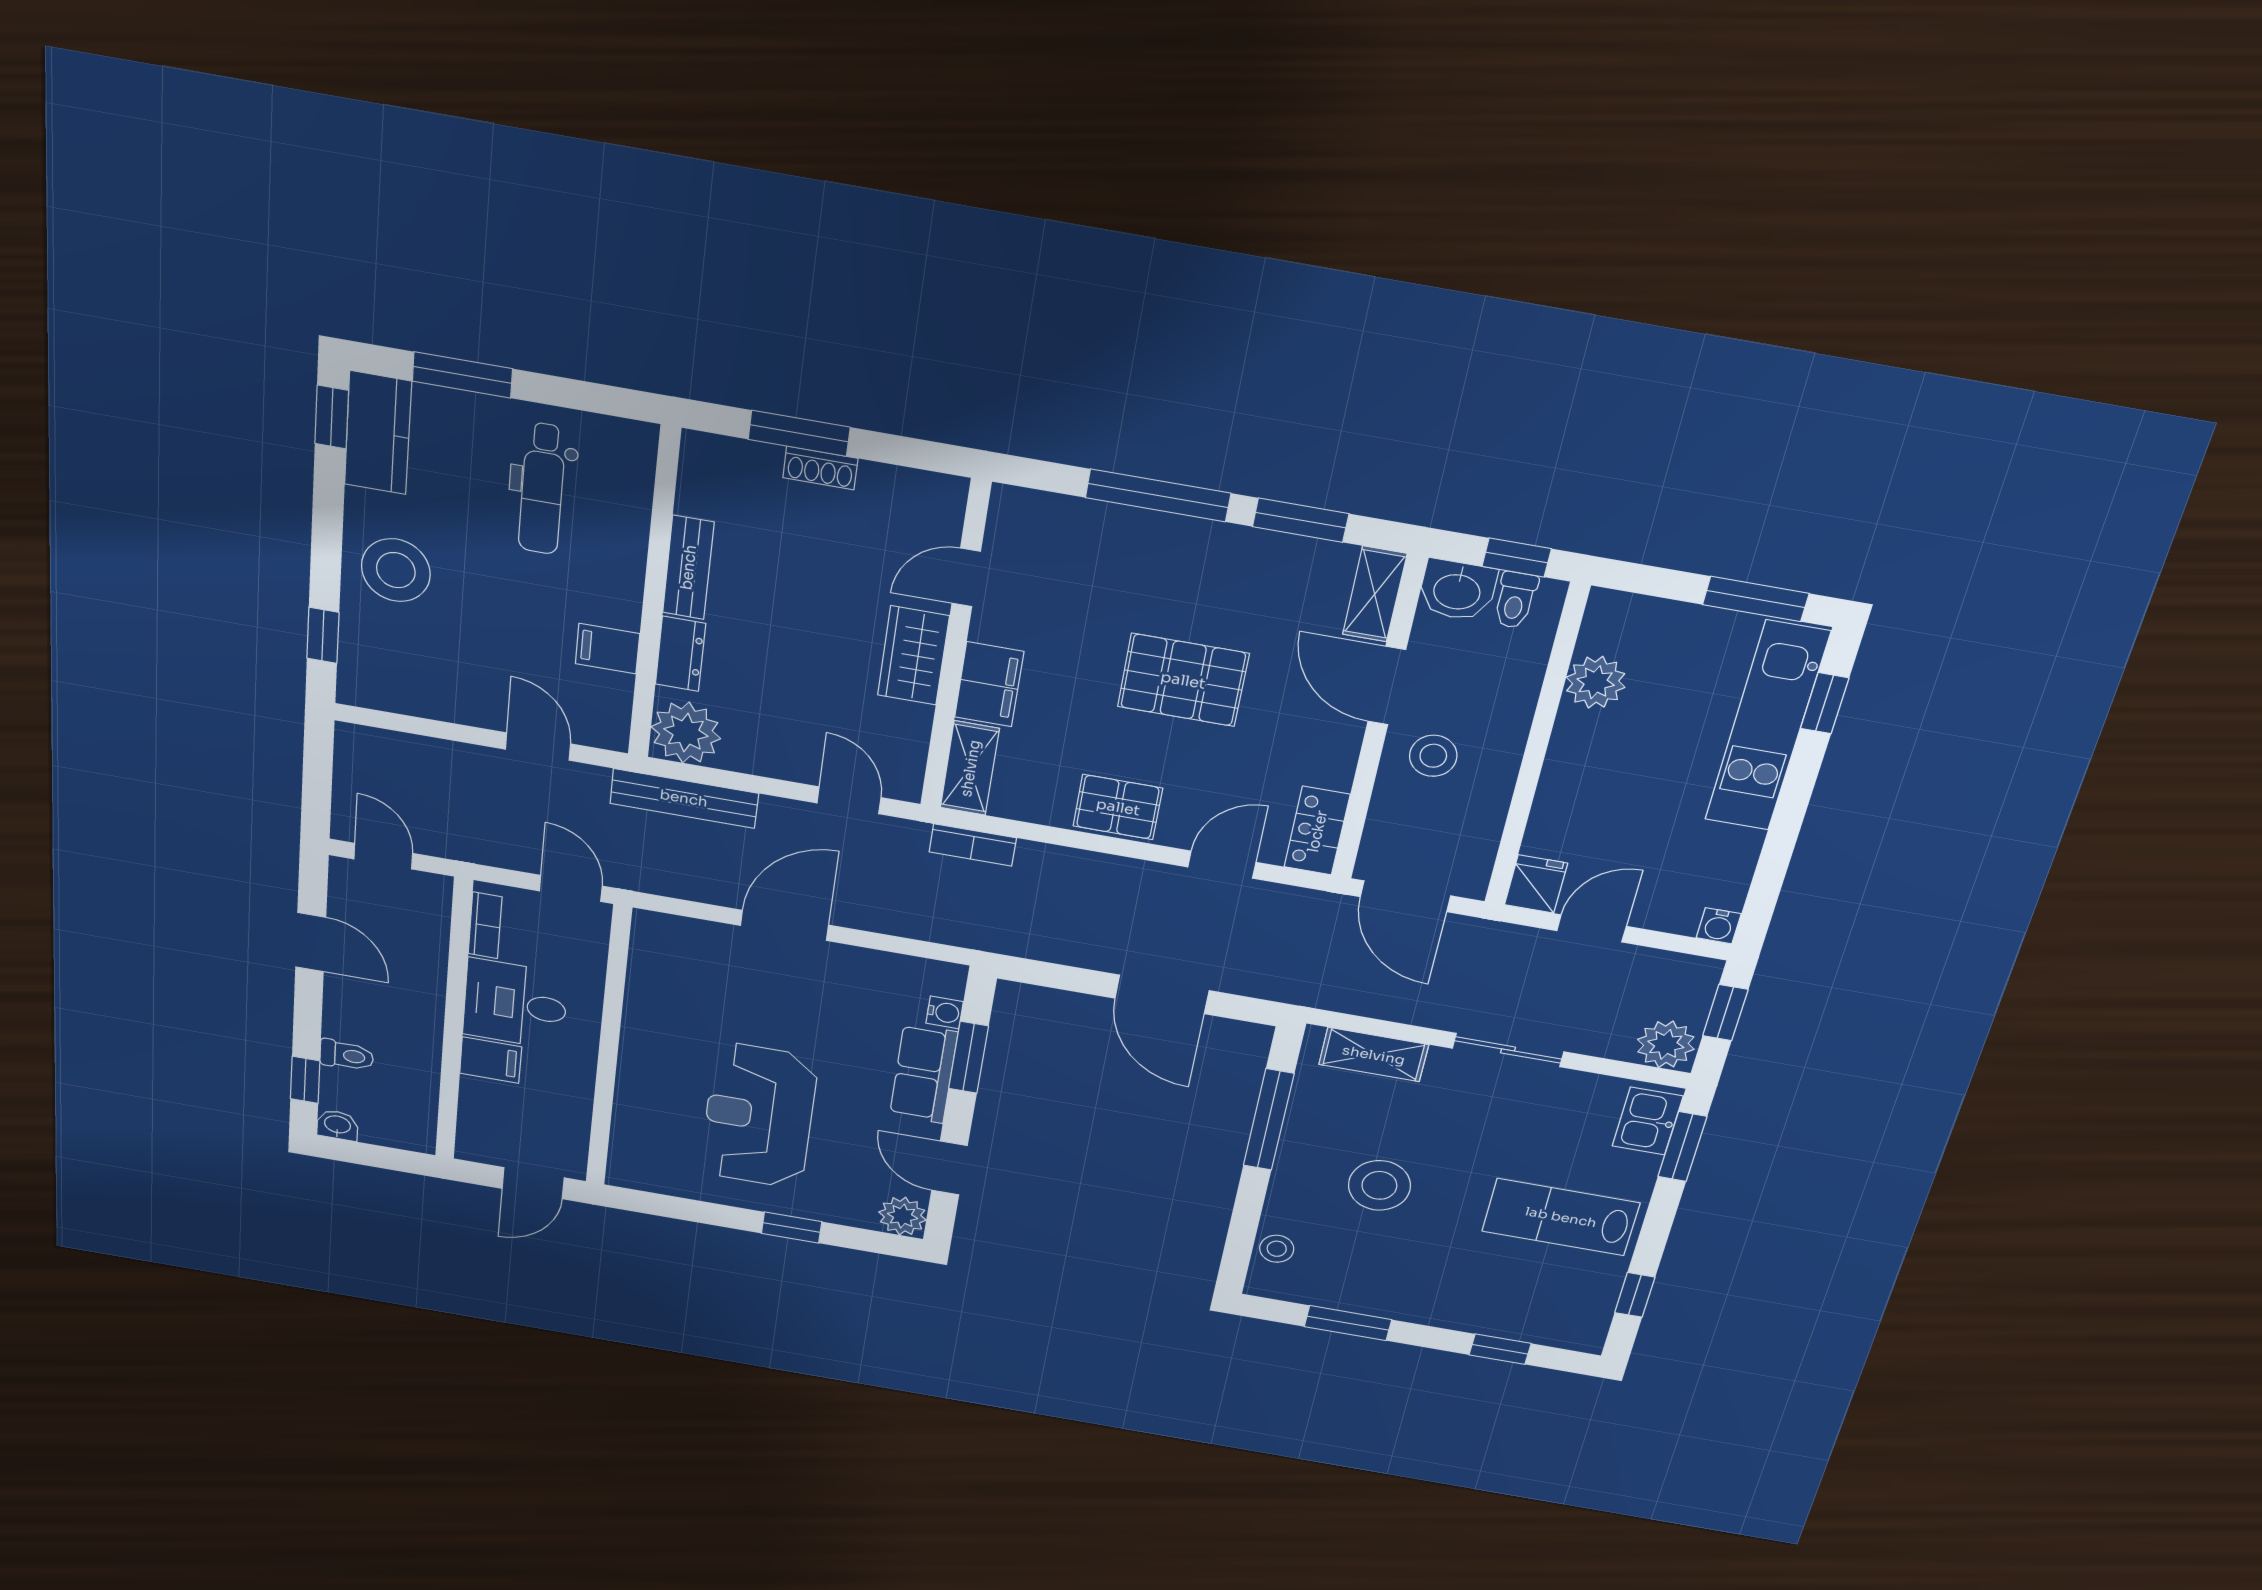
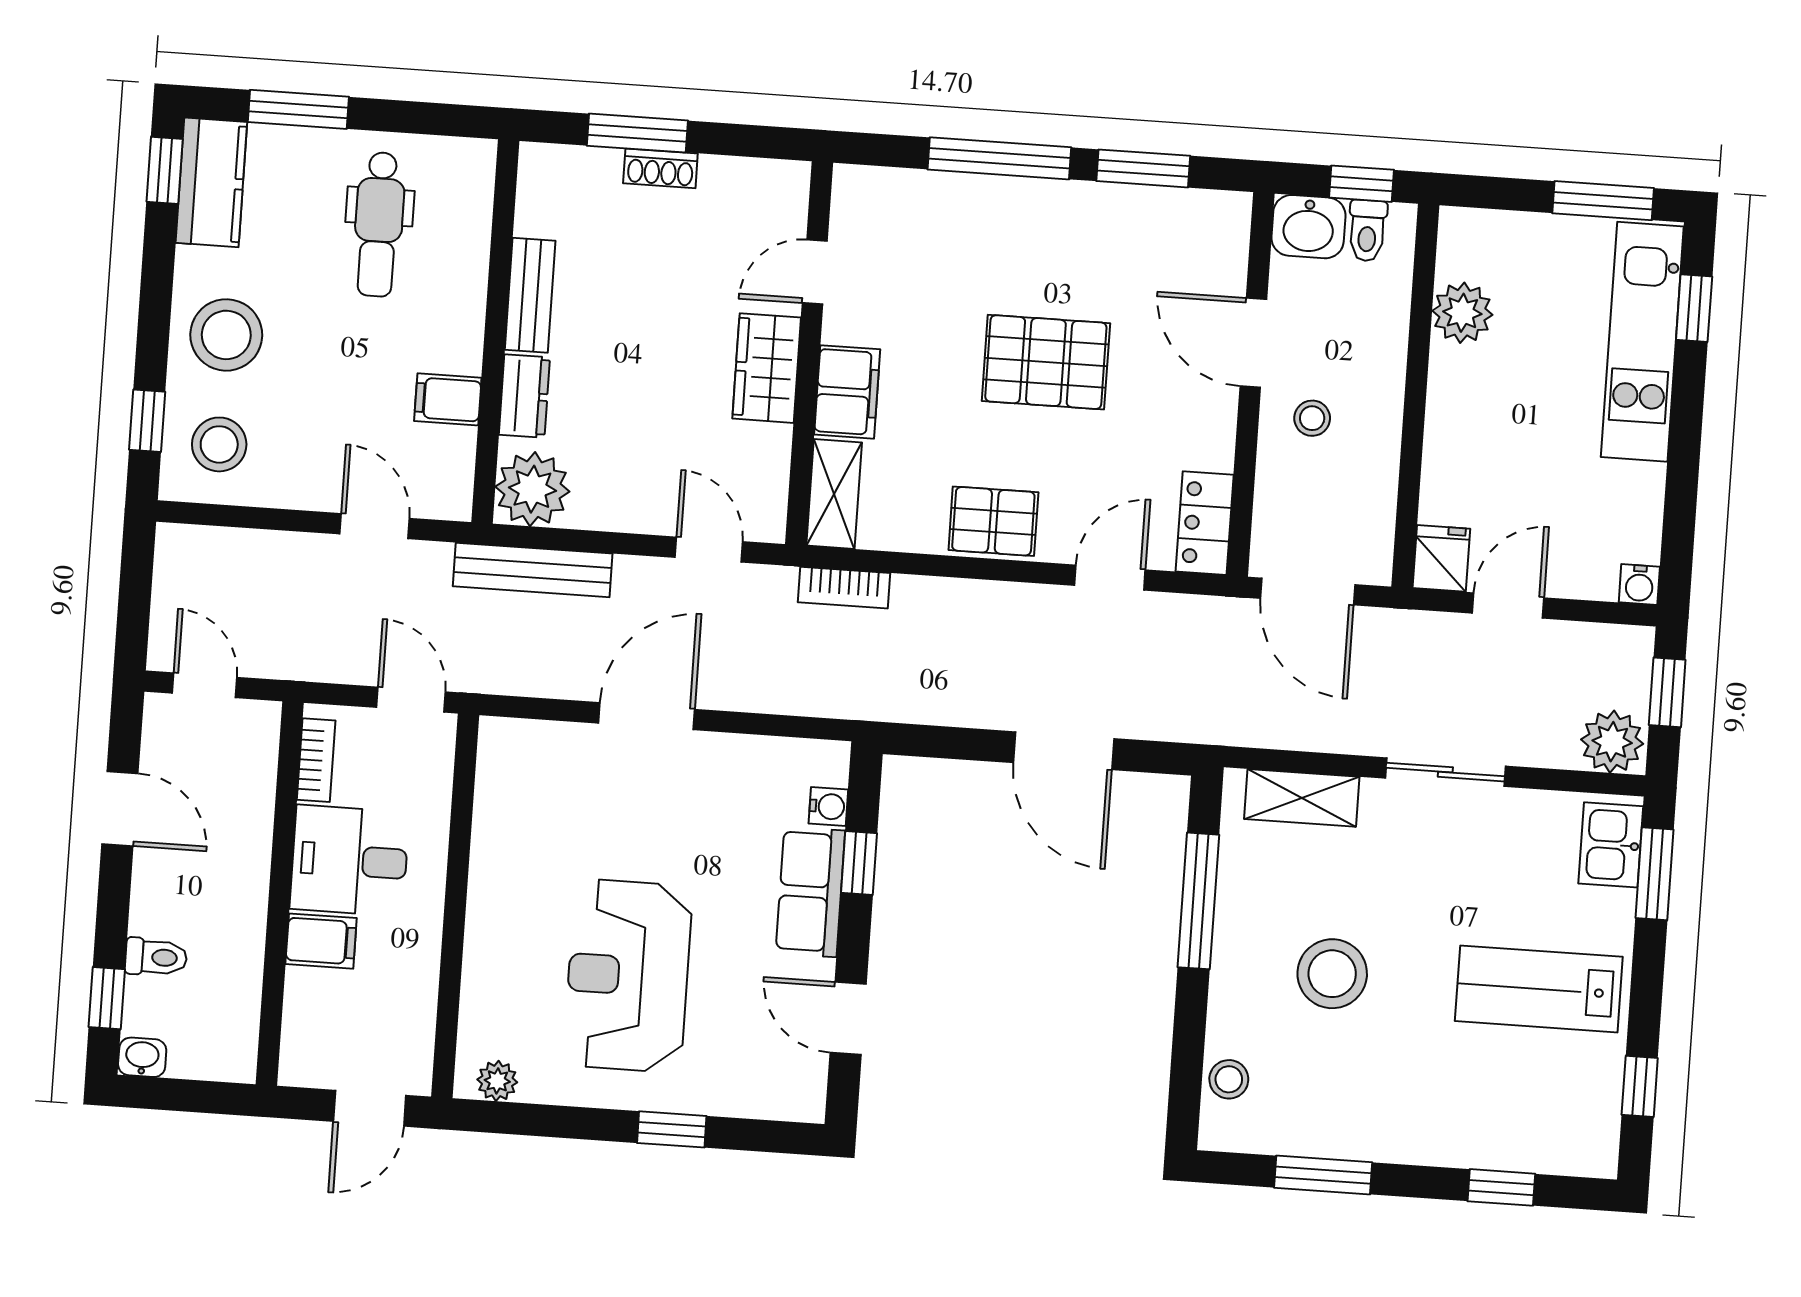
shelving: (1375, 594) -> (1227, 241), removed
stool: (391, 663) -> (219, 444), added
stool: (1433, 756) -> (1312, 418), width x0.73, depth x0.73
window: (969, 1057) -> (859, 863), width x0.67
plant: (902, 1216) -> (497, 1081), moved, width x0.73, depth x0.73

